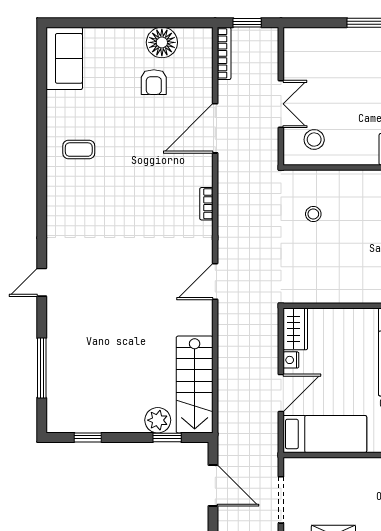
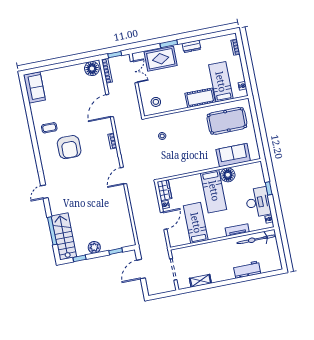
floor lamp: (162, 42) -> (92, 69), moved
rug: (342, 51) -> (161, 59), added
armchair: (154, 82) -> (69, 147), moved, width x1.88, depth x1.88
double door: (281, 104) -> (134, 72), moved
stairs: (195, 385) -> (64, 236), moved, turned 180
plant: (158, 420) -> (94, 247), moved
bed: (325, 434) -> (196, 223), moved, turned -90
door: (213, 485) -> (141, 269), swing flipped

